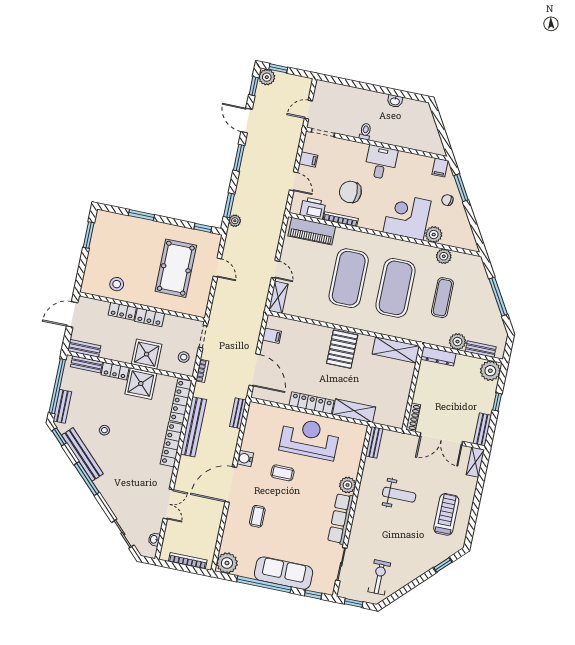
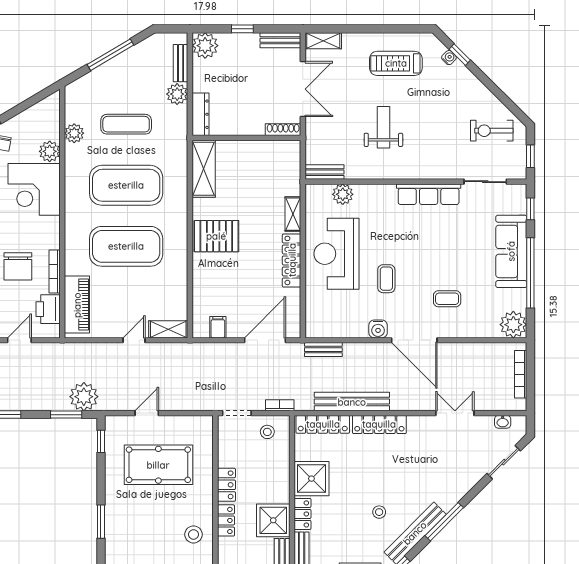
plant: (235, 221) -> (84, 397), width x1.88, depth x1.88
shower: (147, 354) -> (273, 520), moved
shelving: (354, 411) -> (293, 214), width x0.67, depth x0.75
plant: (348, 485) -> (343, 194), moved
water cooler: (442, 556) -> (449, 58), added

